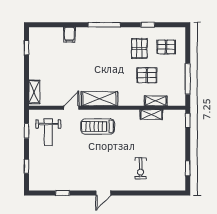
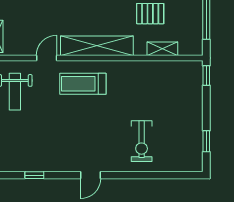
shelving: (100, 99) -> (97, 46), width x1.47
shelving: (151, 114) -> (156, 67), removed
exercise bike: (141, 168) -> (142, 141), width x1.38, depth x1.39

